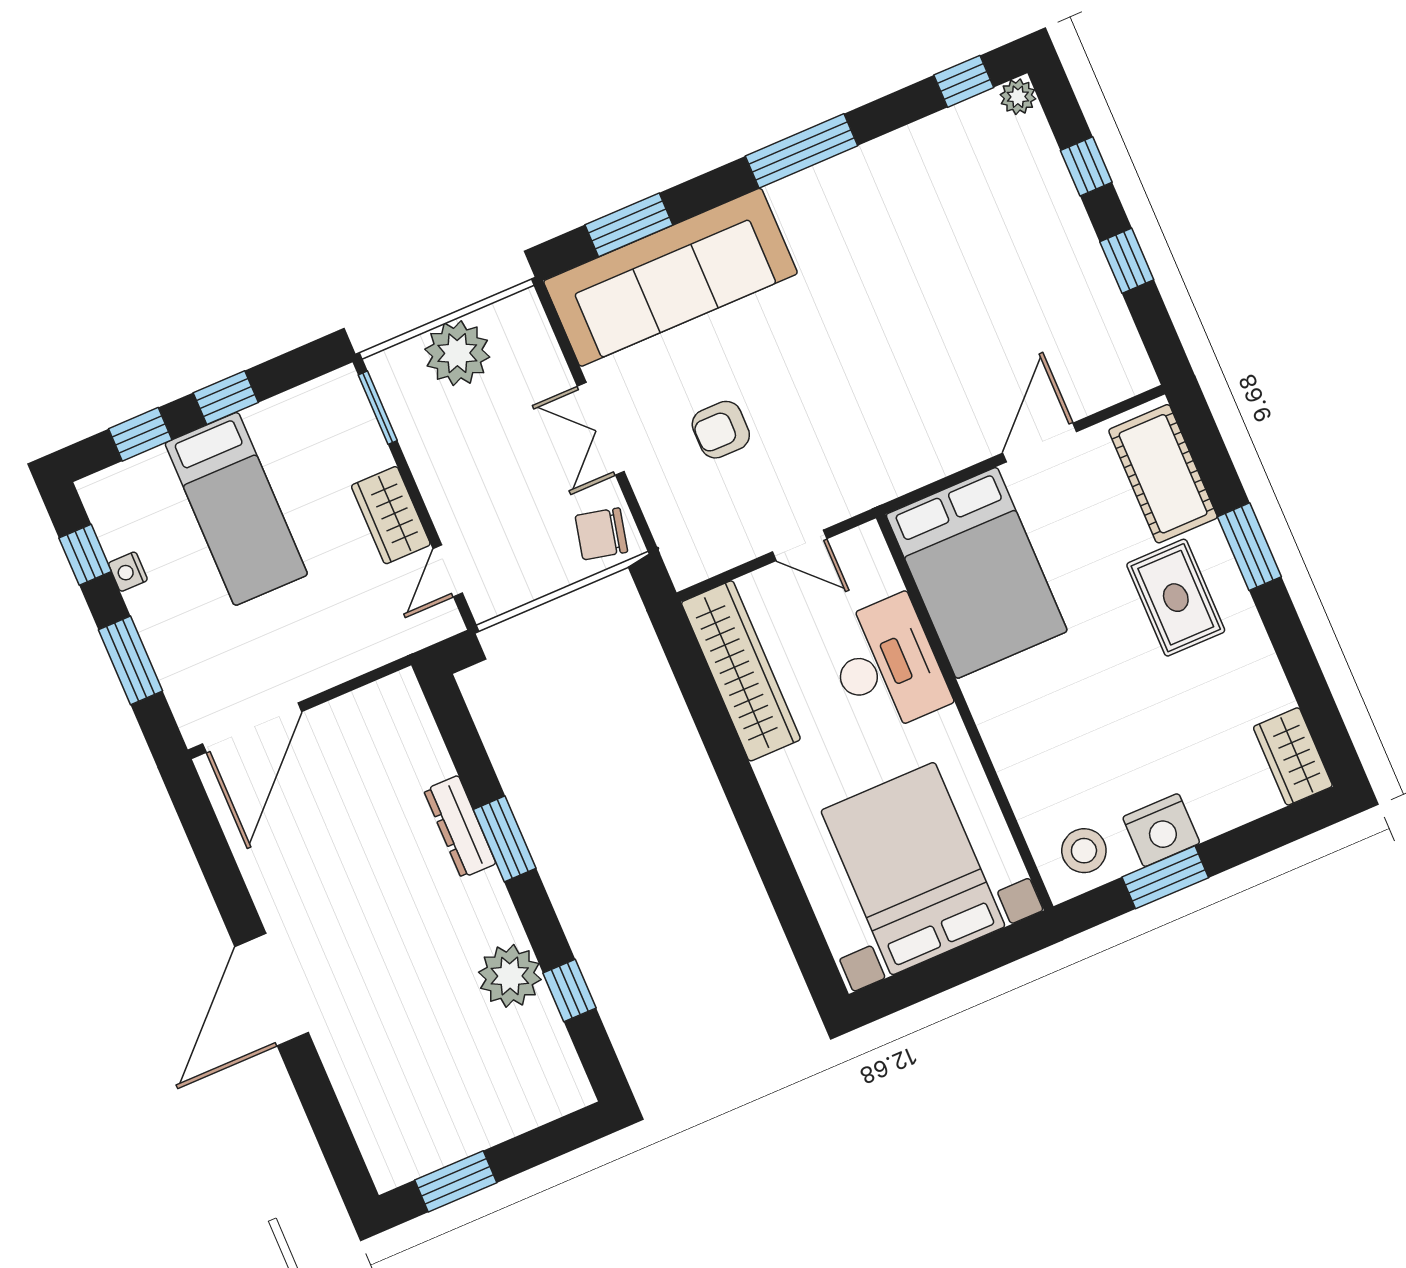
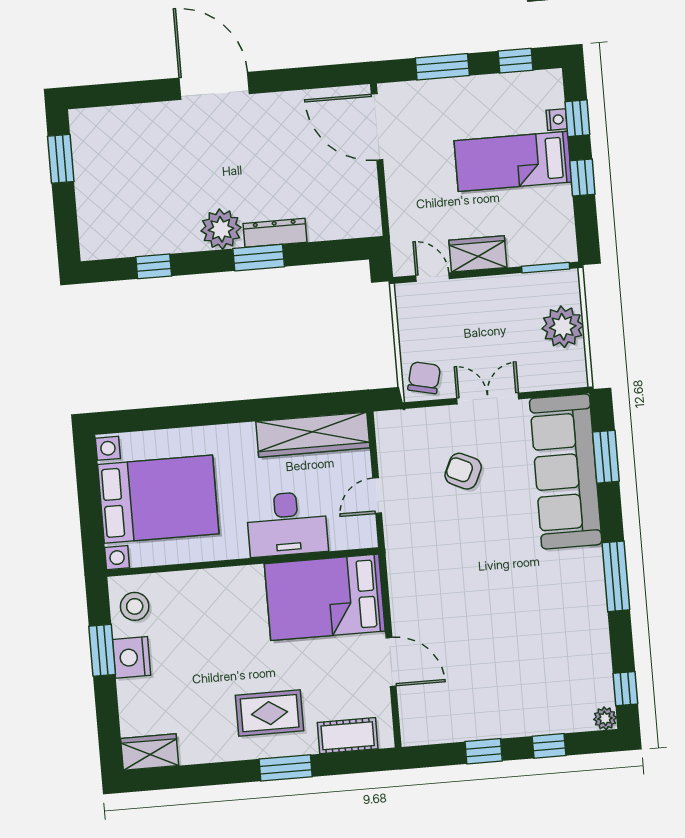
armchair: (721, 430) -> (463, 471), turned -65
cot: (1163, 474) -> (348, 736), width x0.73, depth x0.75
nightstand: (128, 572) -> (557, 120), moved, turned 90
plant: (510, 976) -> (221, 229), moved

